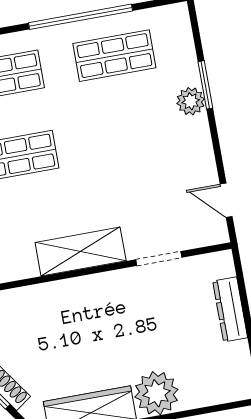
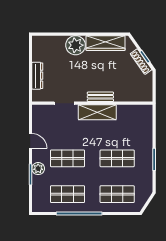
shop shelf: (129, 136) -> (67, 158), added
door: (226, 200) -> (30, 141), moved
bench: (80, 287) -> (100, 97), added

